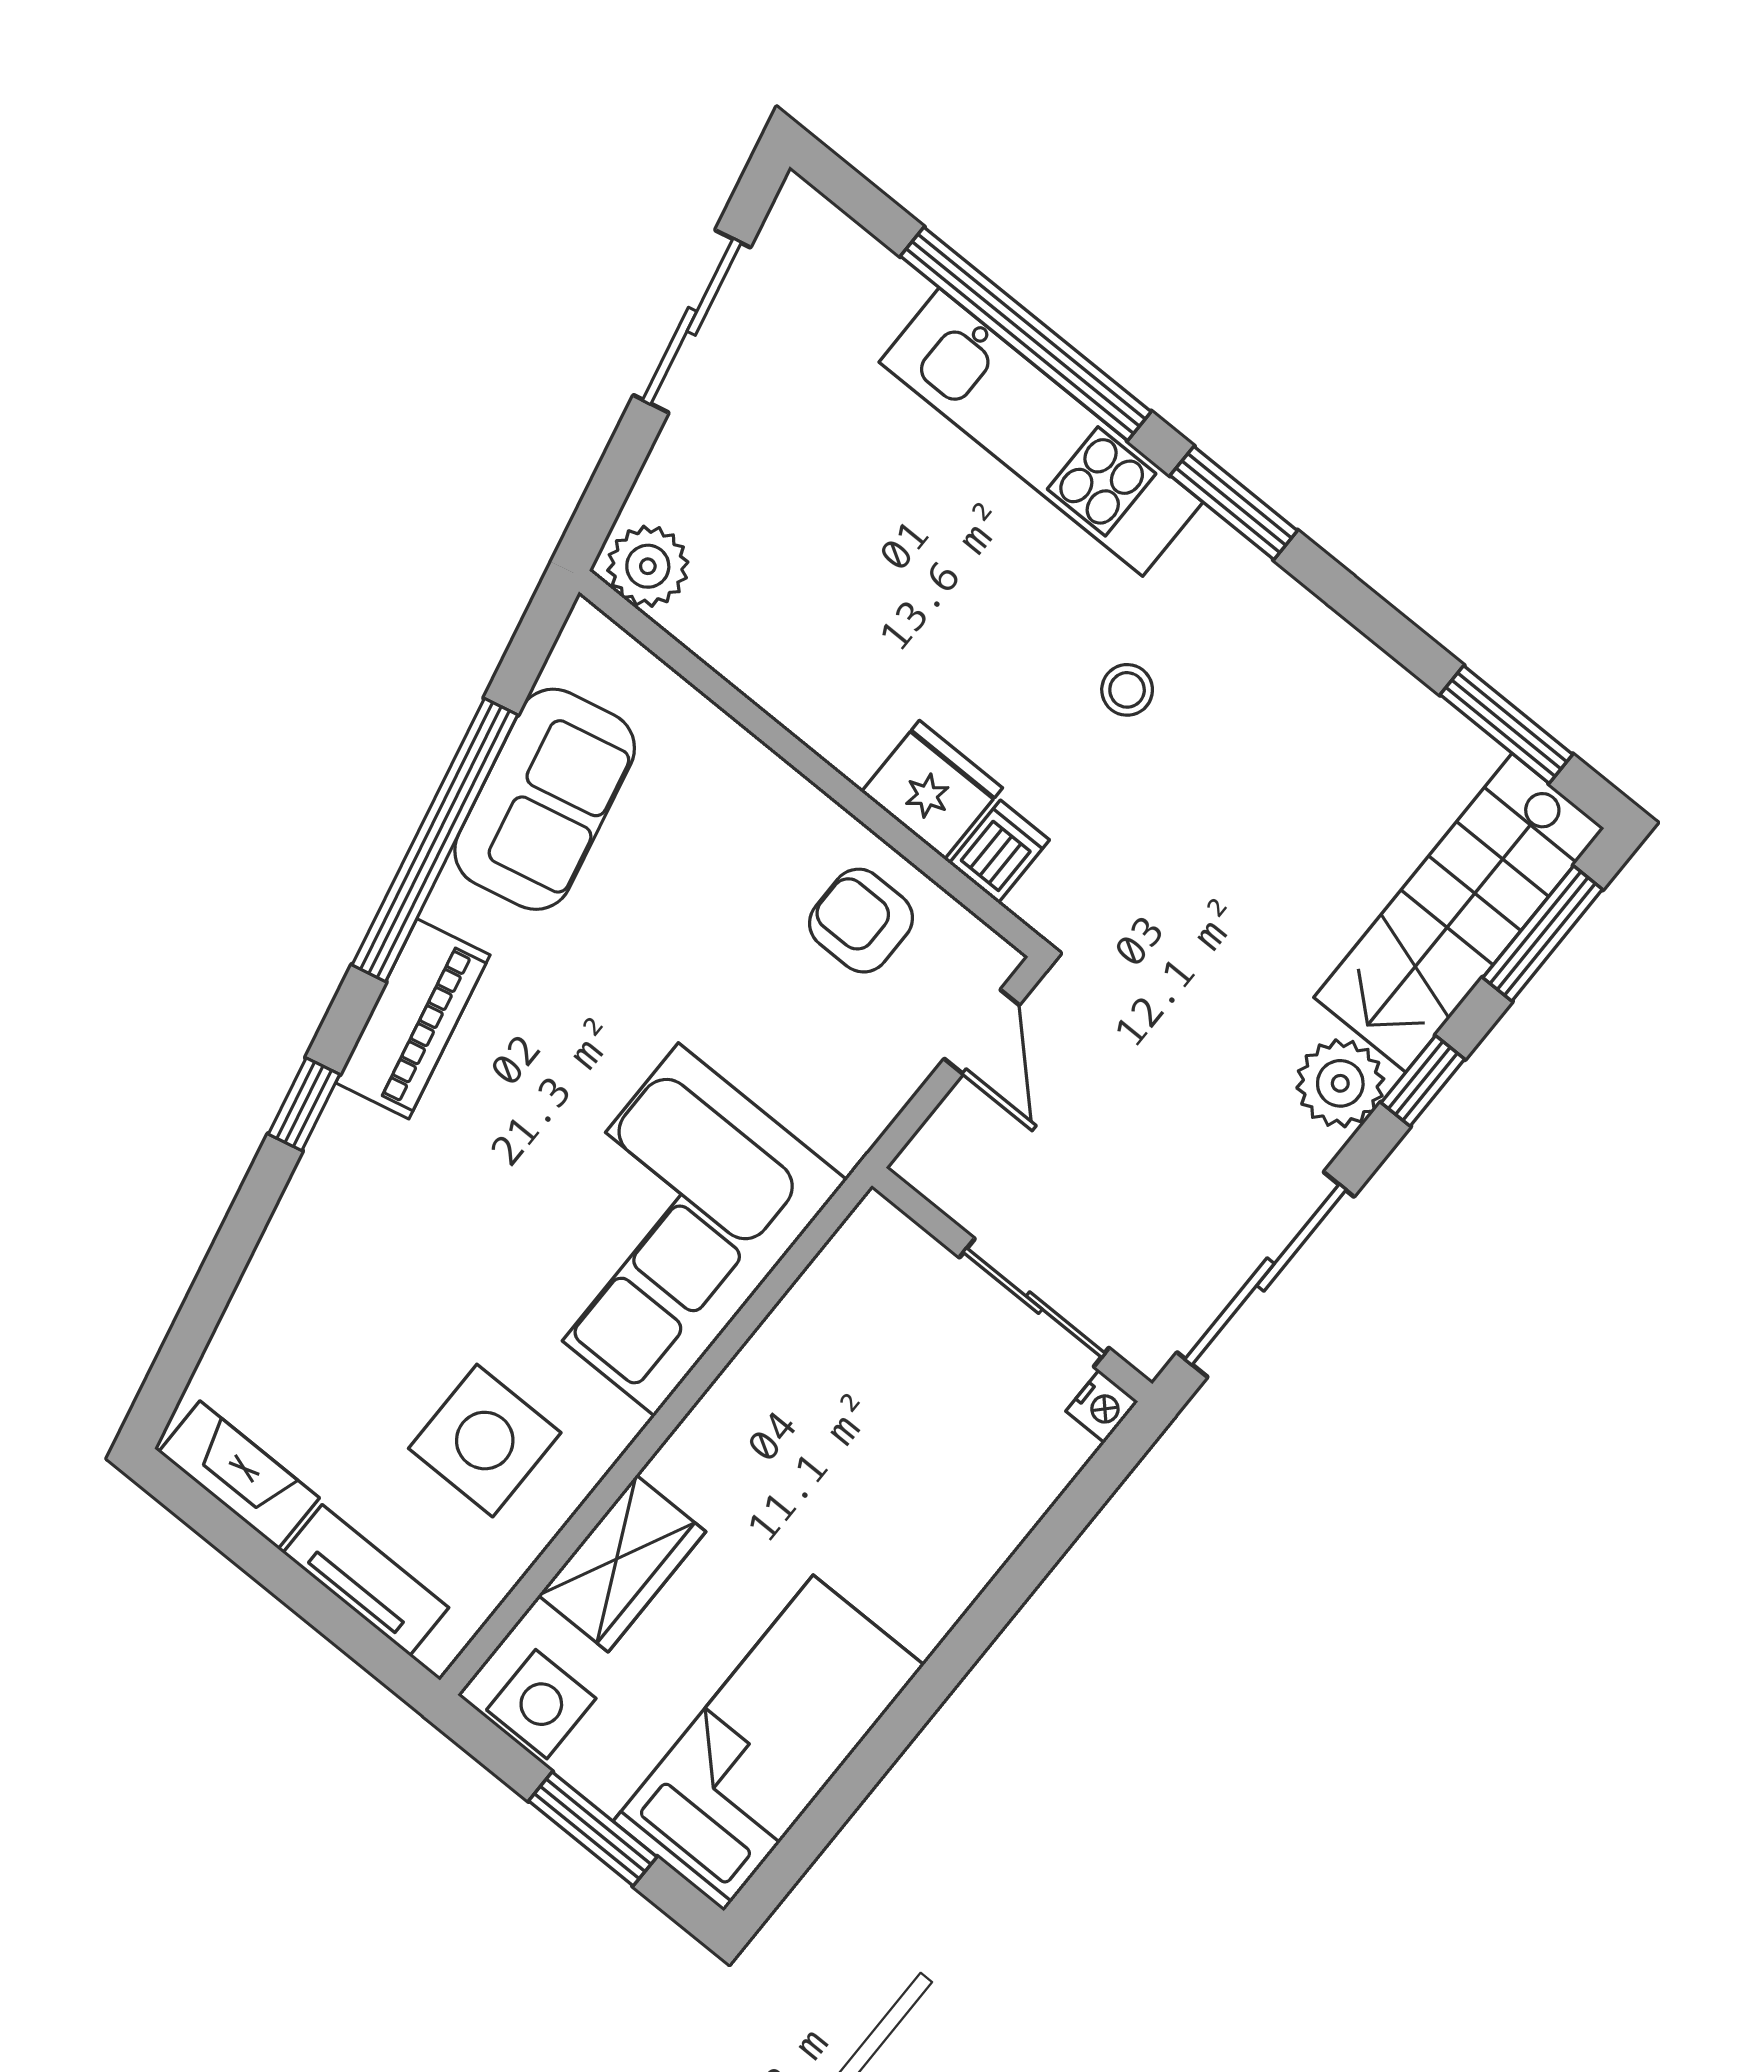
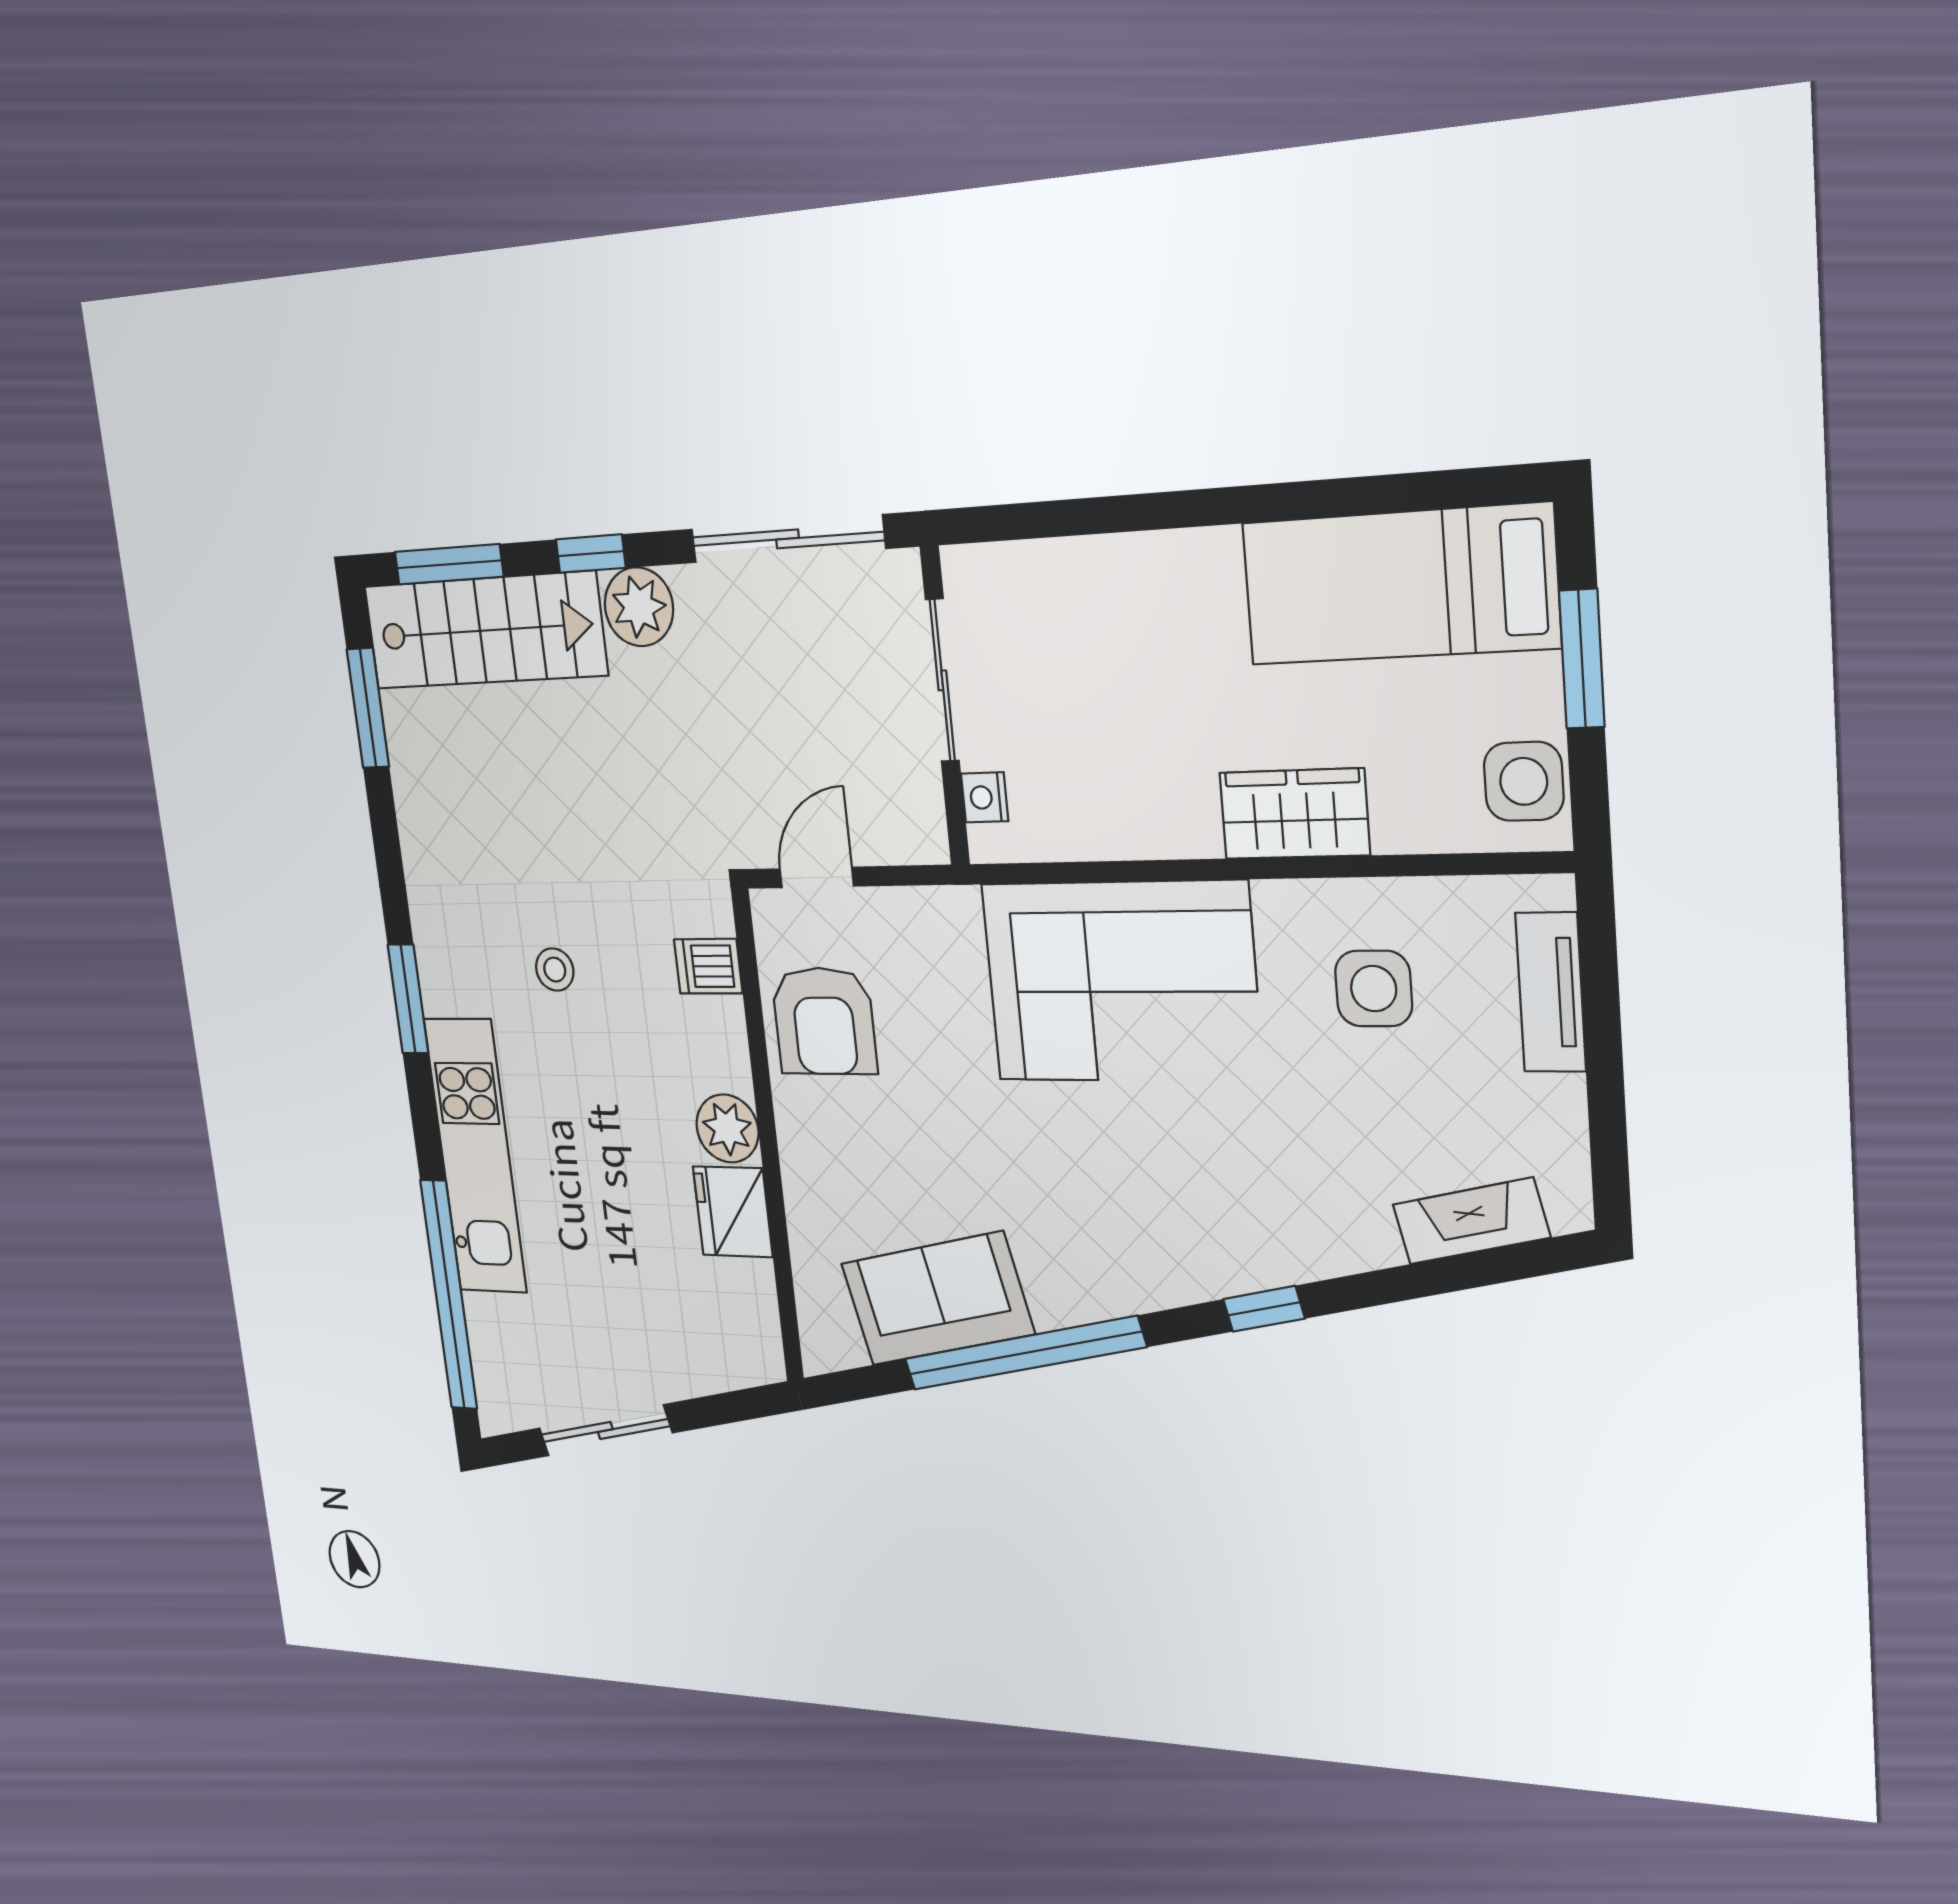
window: (1026, 334) -> (449, 1295), moved
plant: (648, 566) -> (727, 1128), moved
fridge: (932, 790) -> (733, 1212), moved
armchair: (861, 921) -> (824, 1021), width x1.38, depth x1.38
piano: (413, 1019) -> (1144, 1277), removed
nightstand: (1102, 1406) -> (985, 797), moved, turned -90
side table: (485, 1441) -> (1374, 989), width x0.73, depth x0.73
fireplace: (239, 1475) -> (1471, 1221), moved, turned 77
wardrobe: (622, 1564) -> (1294, 814), moved

